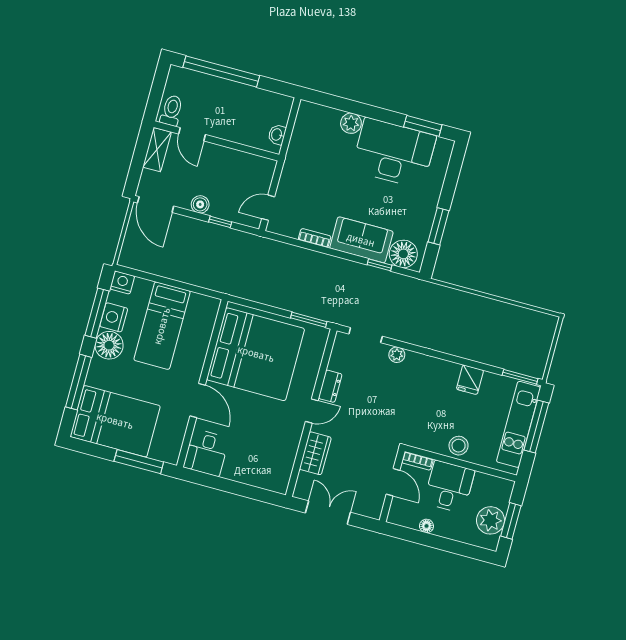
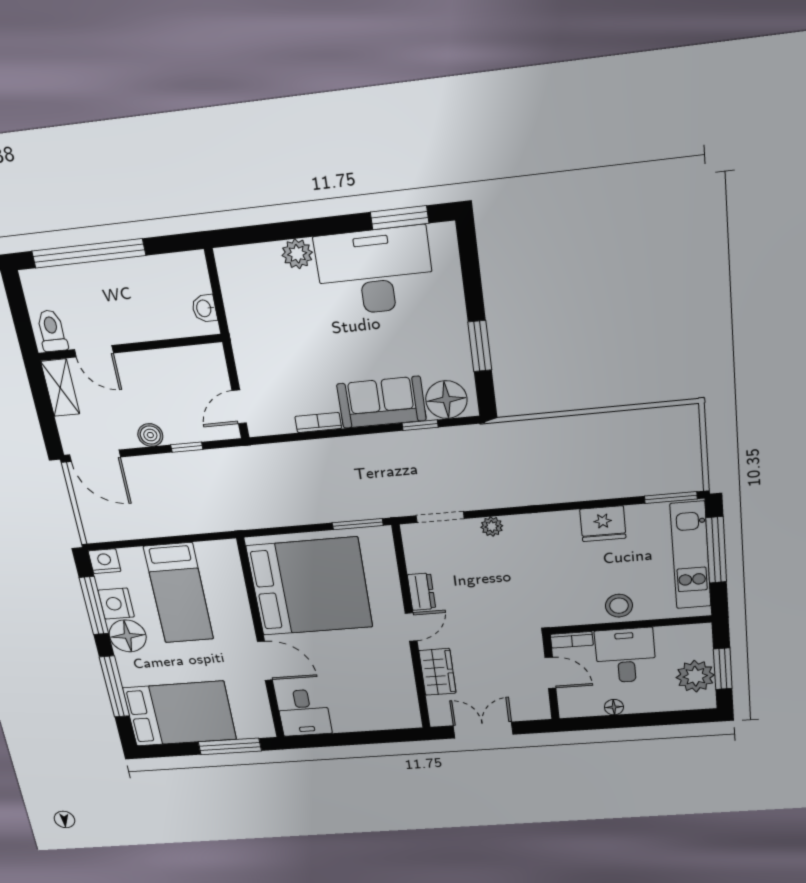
fridge: (470, 380) -> (603, 524), width x1.38

